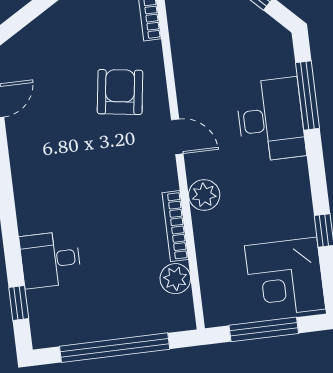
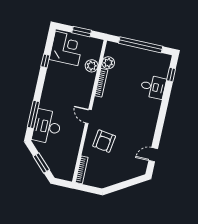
desk: (271, 120) -> (47, 127), moved
plant: (204, 195) -> (92, 66), moved
window: (264, 329) -> (82, 32), width x0.69

